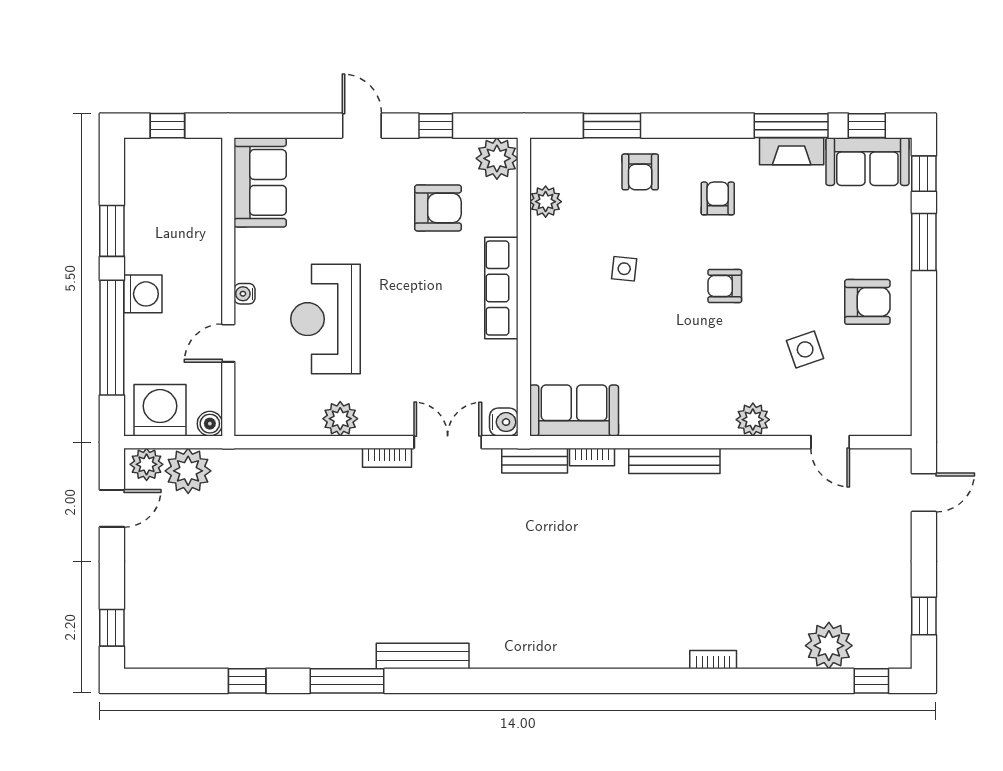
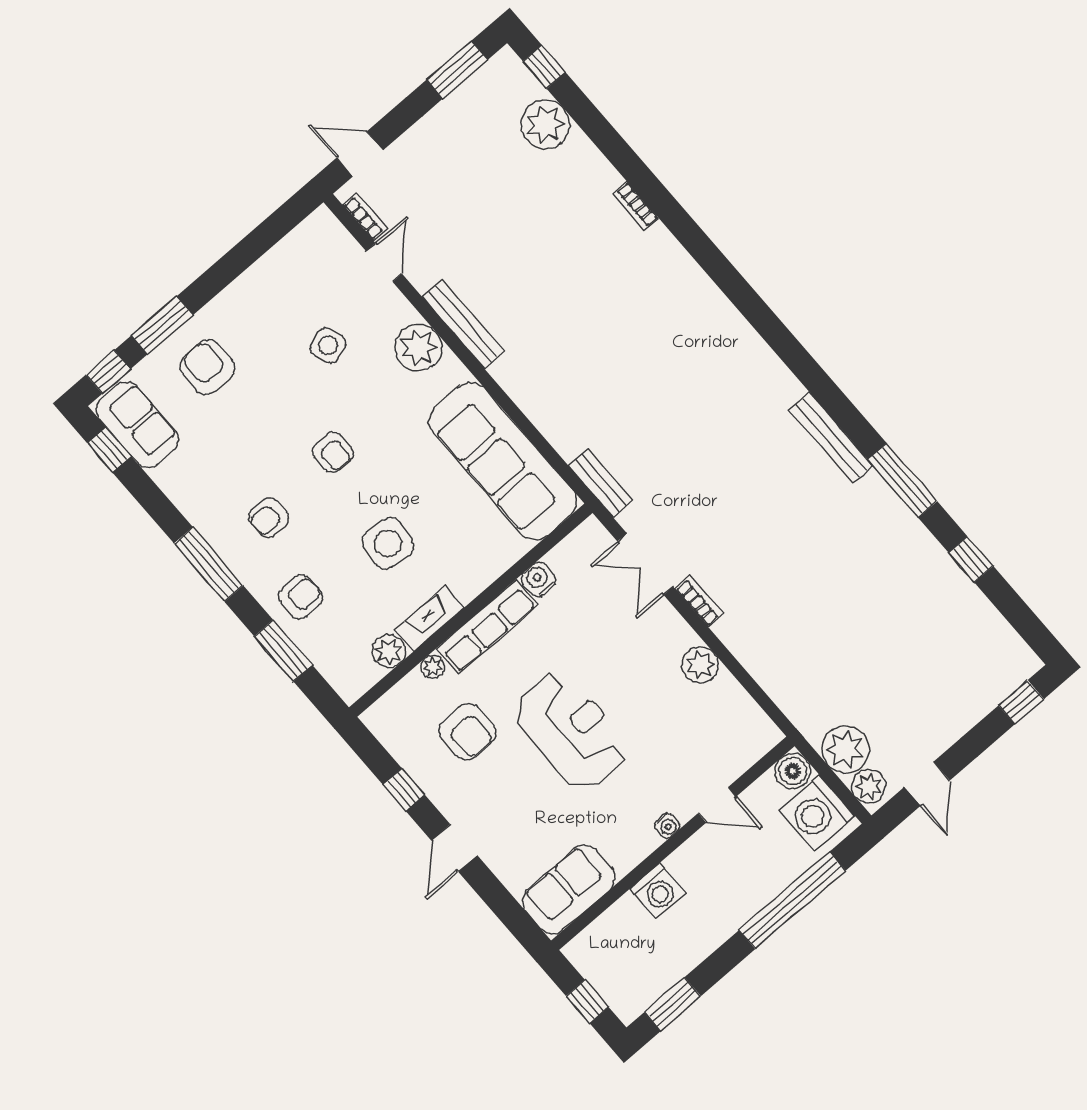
window: (791, 126) -> (209, 564), moved
fireplace: (792, 151) -> (430, 619), moved, turned -90
plant: (497, 158) -> (433, 667), moved, width x0.53, depth x0.53
armchair: (438, 208) -> (467, 732), turned 180
window: (112, 231) -> (673, 1004), moved
side table: (624, 269) -> (388, 543), width x1.87, depth x1.87
washing machine: (143, 294) -> (658, 891), moved, turned 180
armchair: (867, 302) -> (207, 367), moved
reception desk: (325, 319) -> (571, 731), moved, turned -90
sofa: (574, 410) -> (503, 461), width x1.85, depth x1.27
plant: (753, 420) -> (418, 348), width x1.36, depth x1.36
water cooler: (504, 422) -> (539, 579), moved
boiler: (210, 424) -> (793, 771), width x1.36, depth x1.36
bookcase: (592, 457) -> (365, 217), moved
bench: (674, 461) -> (463, 324), moved
door: (112, 508) -> (927, 784), swing flipped
window: (924, 616) -> (457, 70), width x1.50

